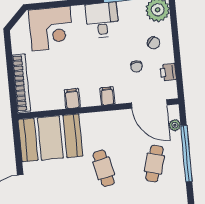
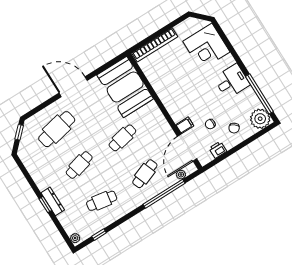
filing cabinet: (107, 96) -> (185, 125), moved
filing cabinet: (72, 99) -> (162, 88), removed
cafe table: (154, 164) -> (145, 174), turned -36

